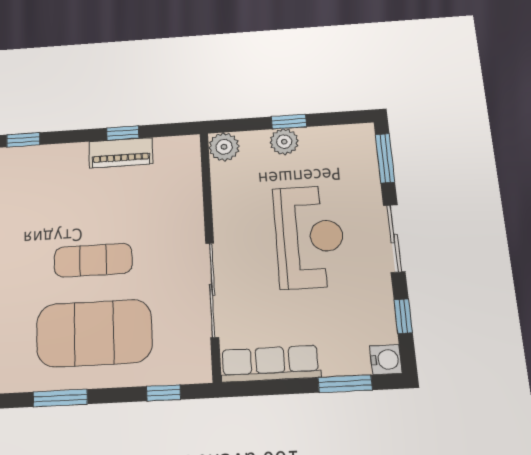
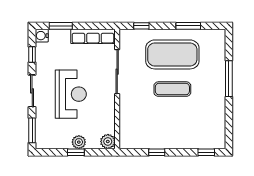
piano: (121, 153) -> (158, 142), removed
reception desk: (309, 237) -> (71, 94), turned 180

